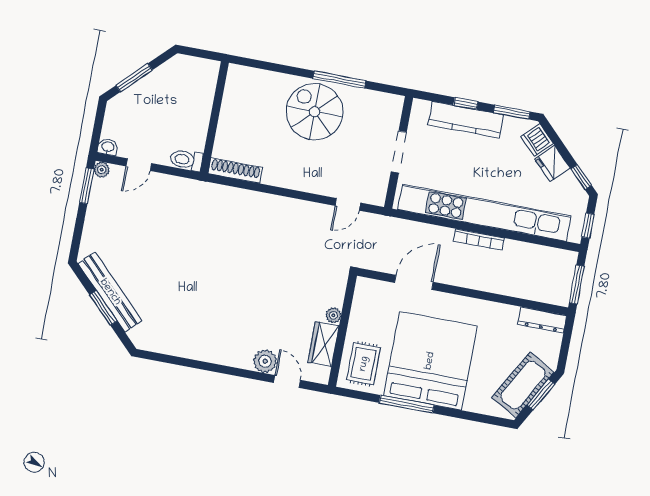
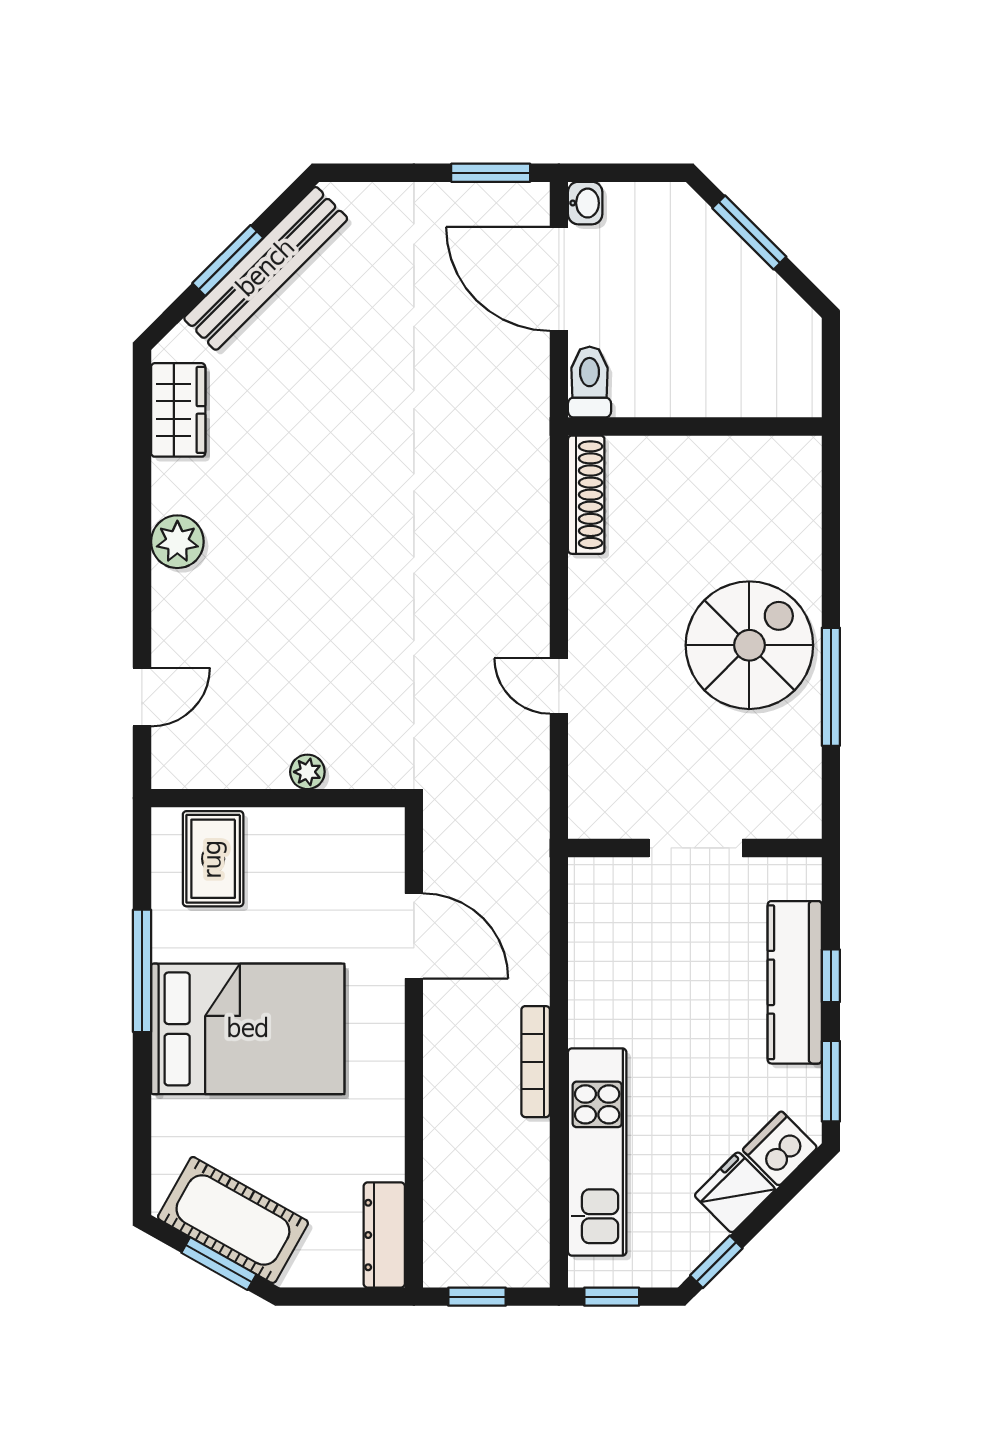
door: (139, 165) -> (559, 279), width x1.87
plant: (102, 170) -> (532, 199), removed
door: (348, 204) -> (559, 686), moved
kitchen unit: (485, 213) -> (597, 1152), width x0.54
window: (577, 285) -> (477, 1297), width x0.67
wardrobe: (323, 344) -> (178, 410), moved, turned 90
plant: (265, 361) -> (177, 542), moved
bed: (430, 361) -> (248, 1029), width x0.73
rug: (364, 364) -> (213, 859), turned 90

